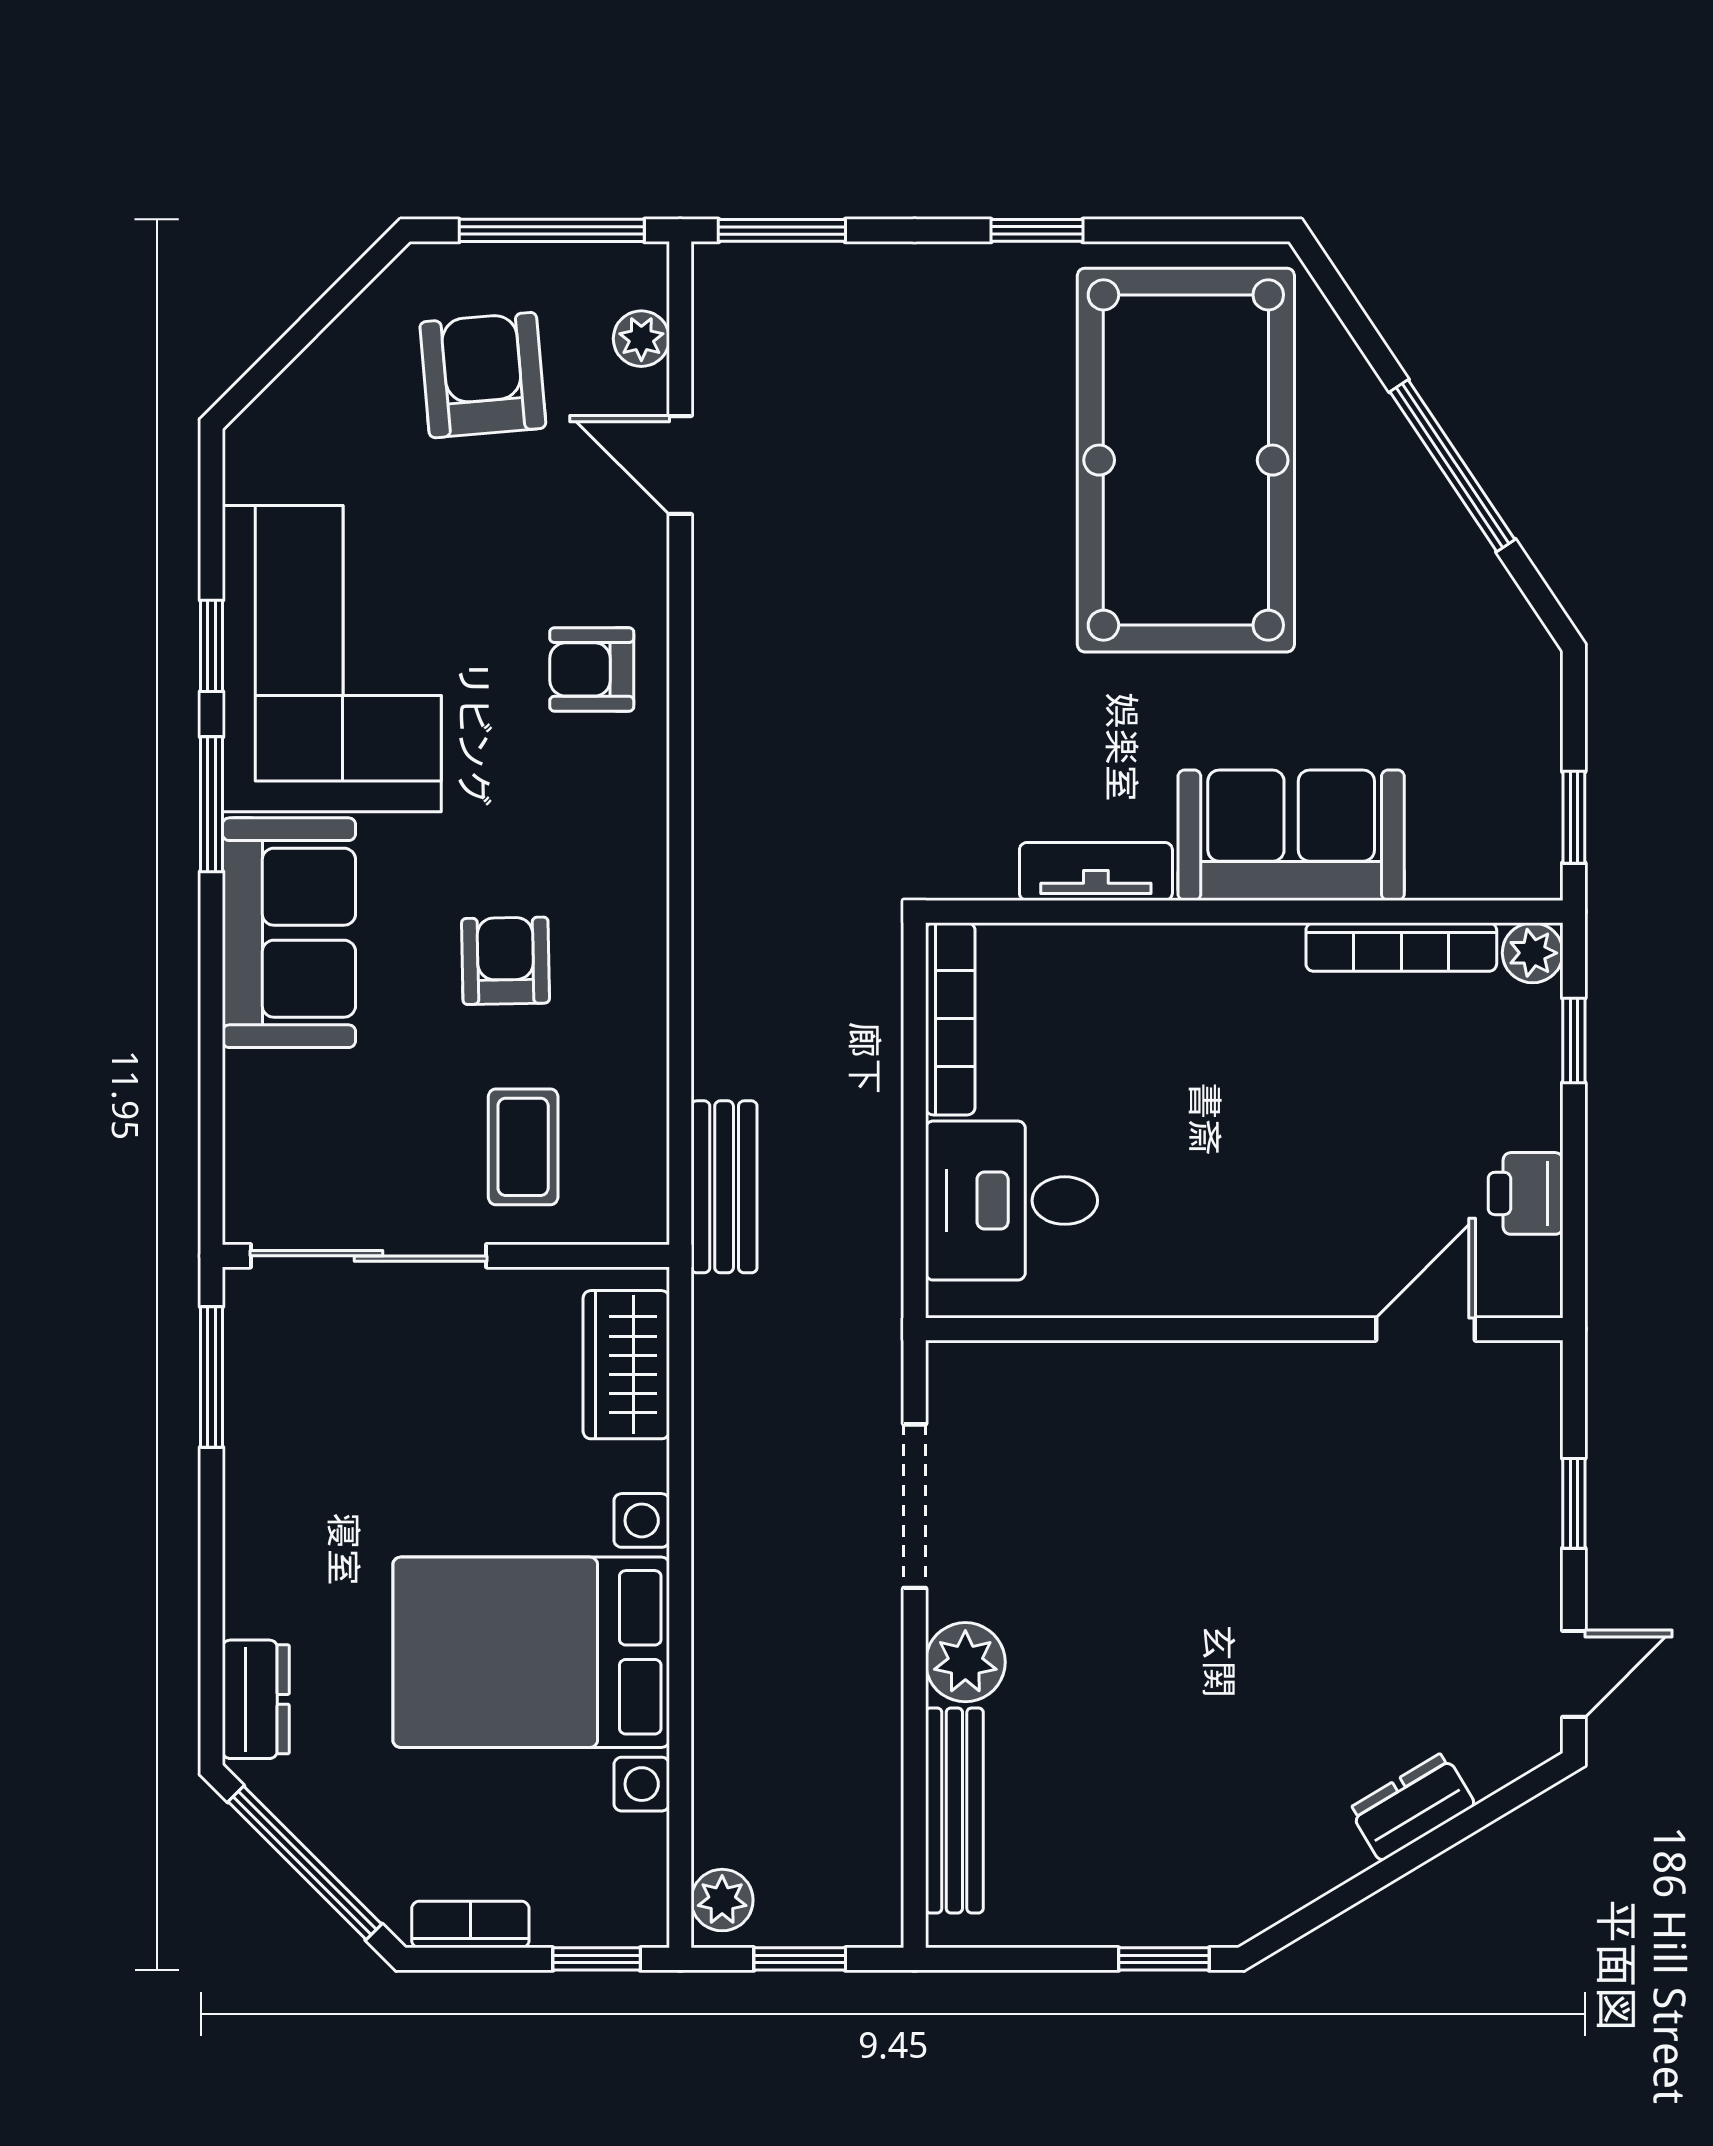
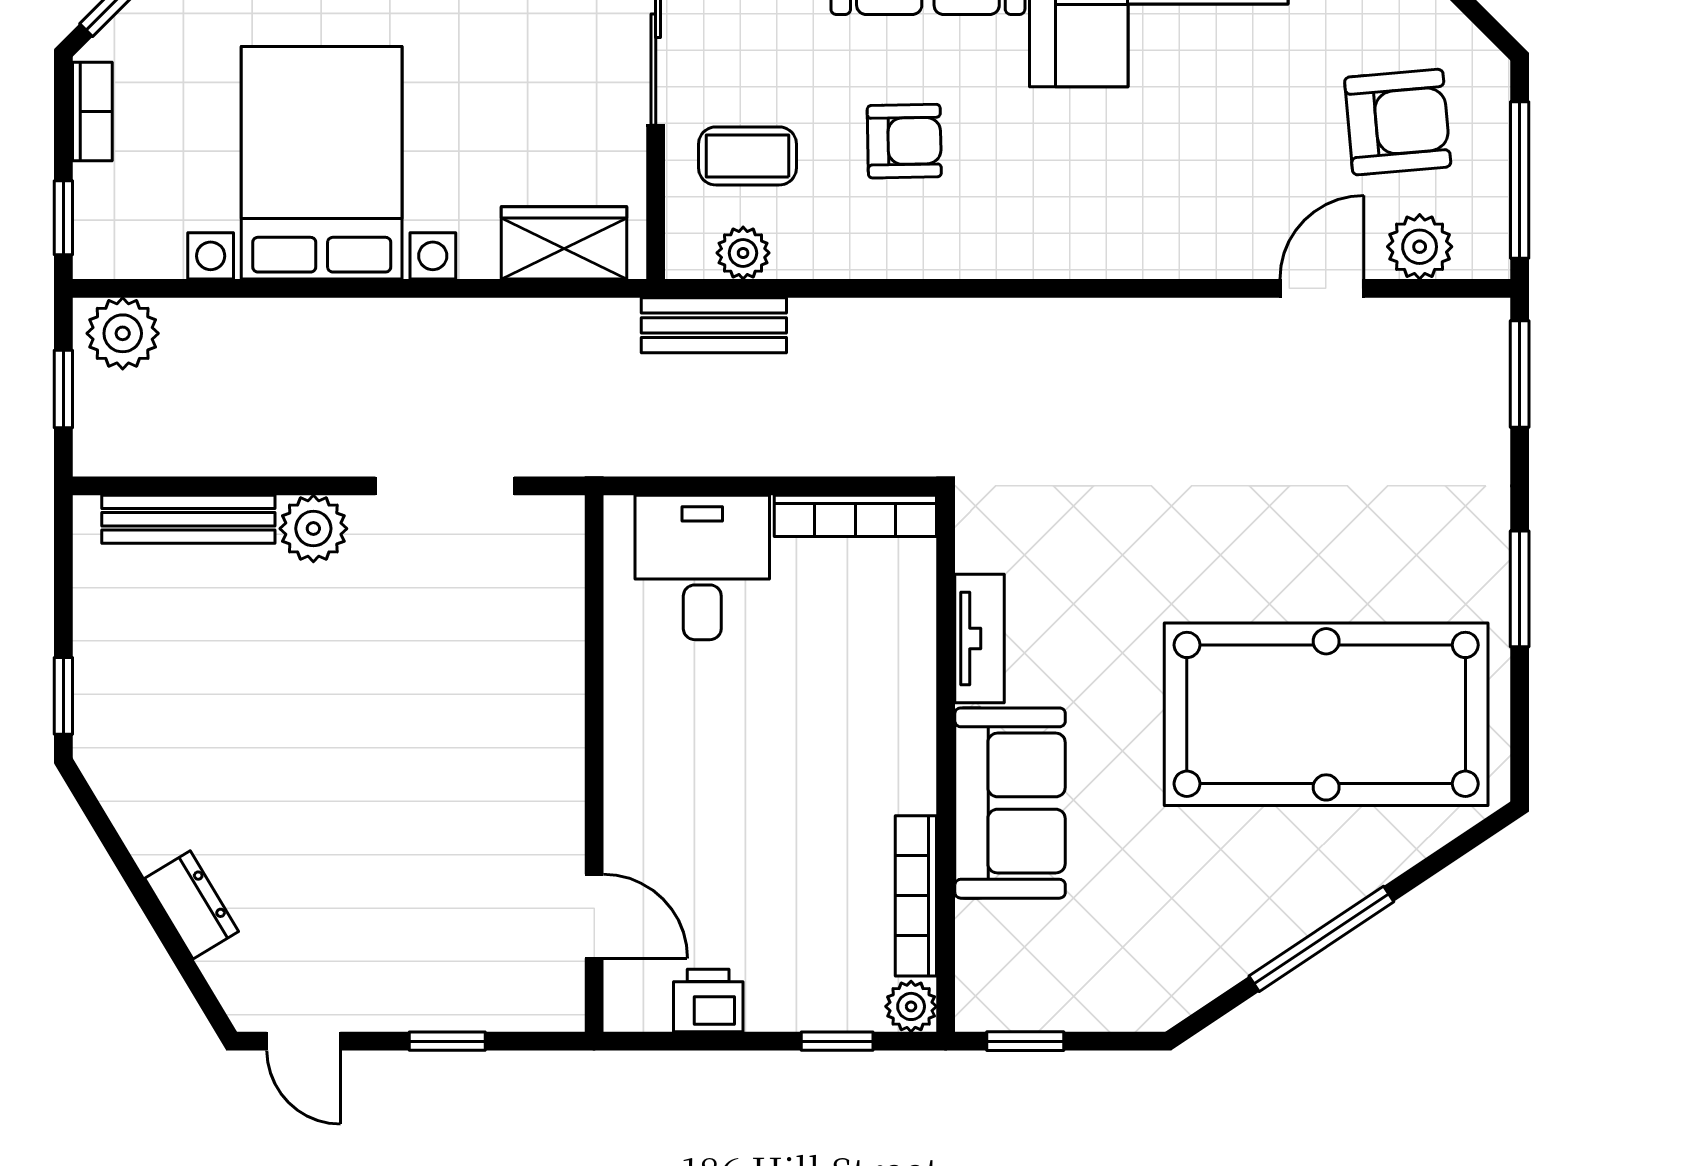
window: (1037, 230) -> (1520, 589), width x1.50
plant: (641, 339) -> (1420, 247), width x1.38, depth x1.38
armchair: (592, 669) -> (1150, 214), removed
plant: (638, 1152) -> (743, 253), added
plant: (722, 1900) -> (123, 333), width x1.38, depth x1.38

